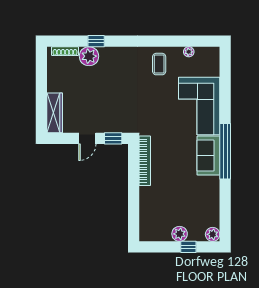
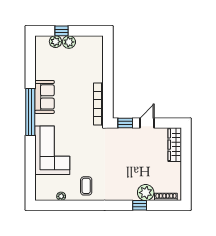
sofa: (208, 156) -> (44, 97), moved
plant: (213, 234) -> (56, 42), moved

